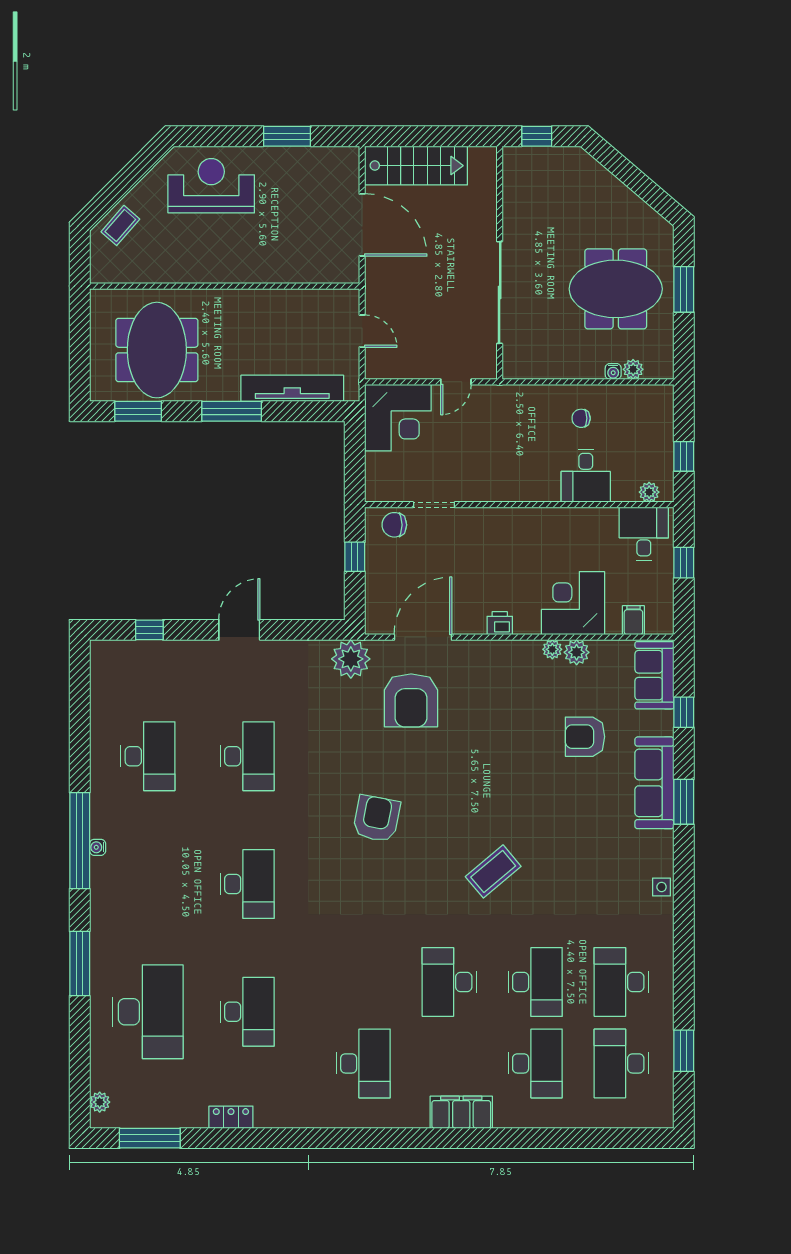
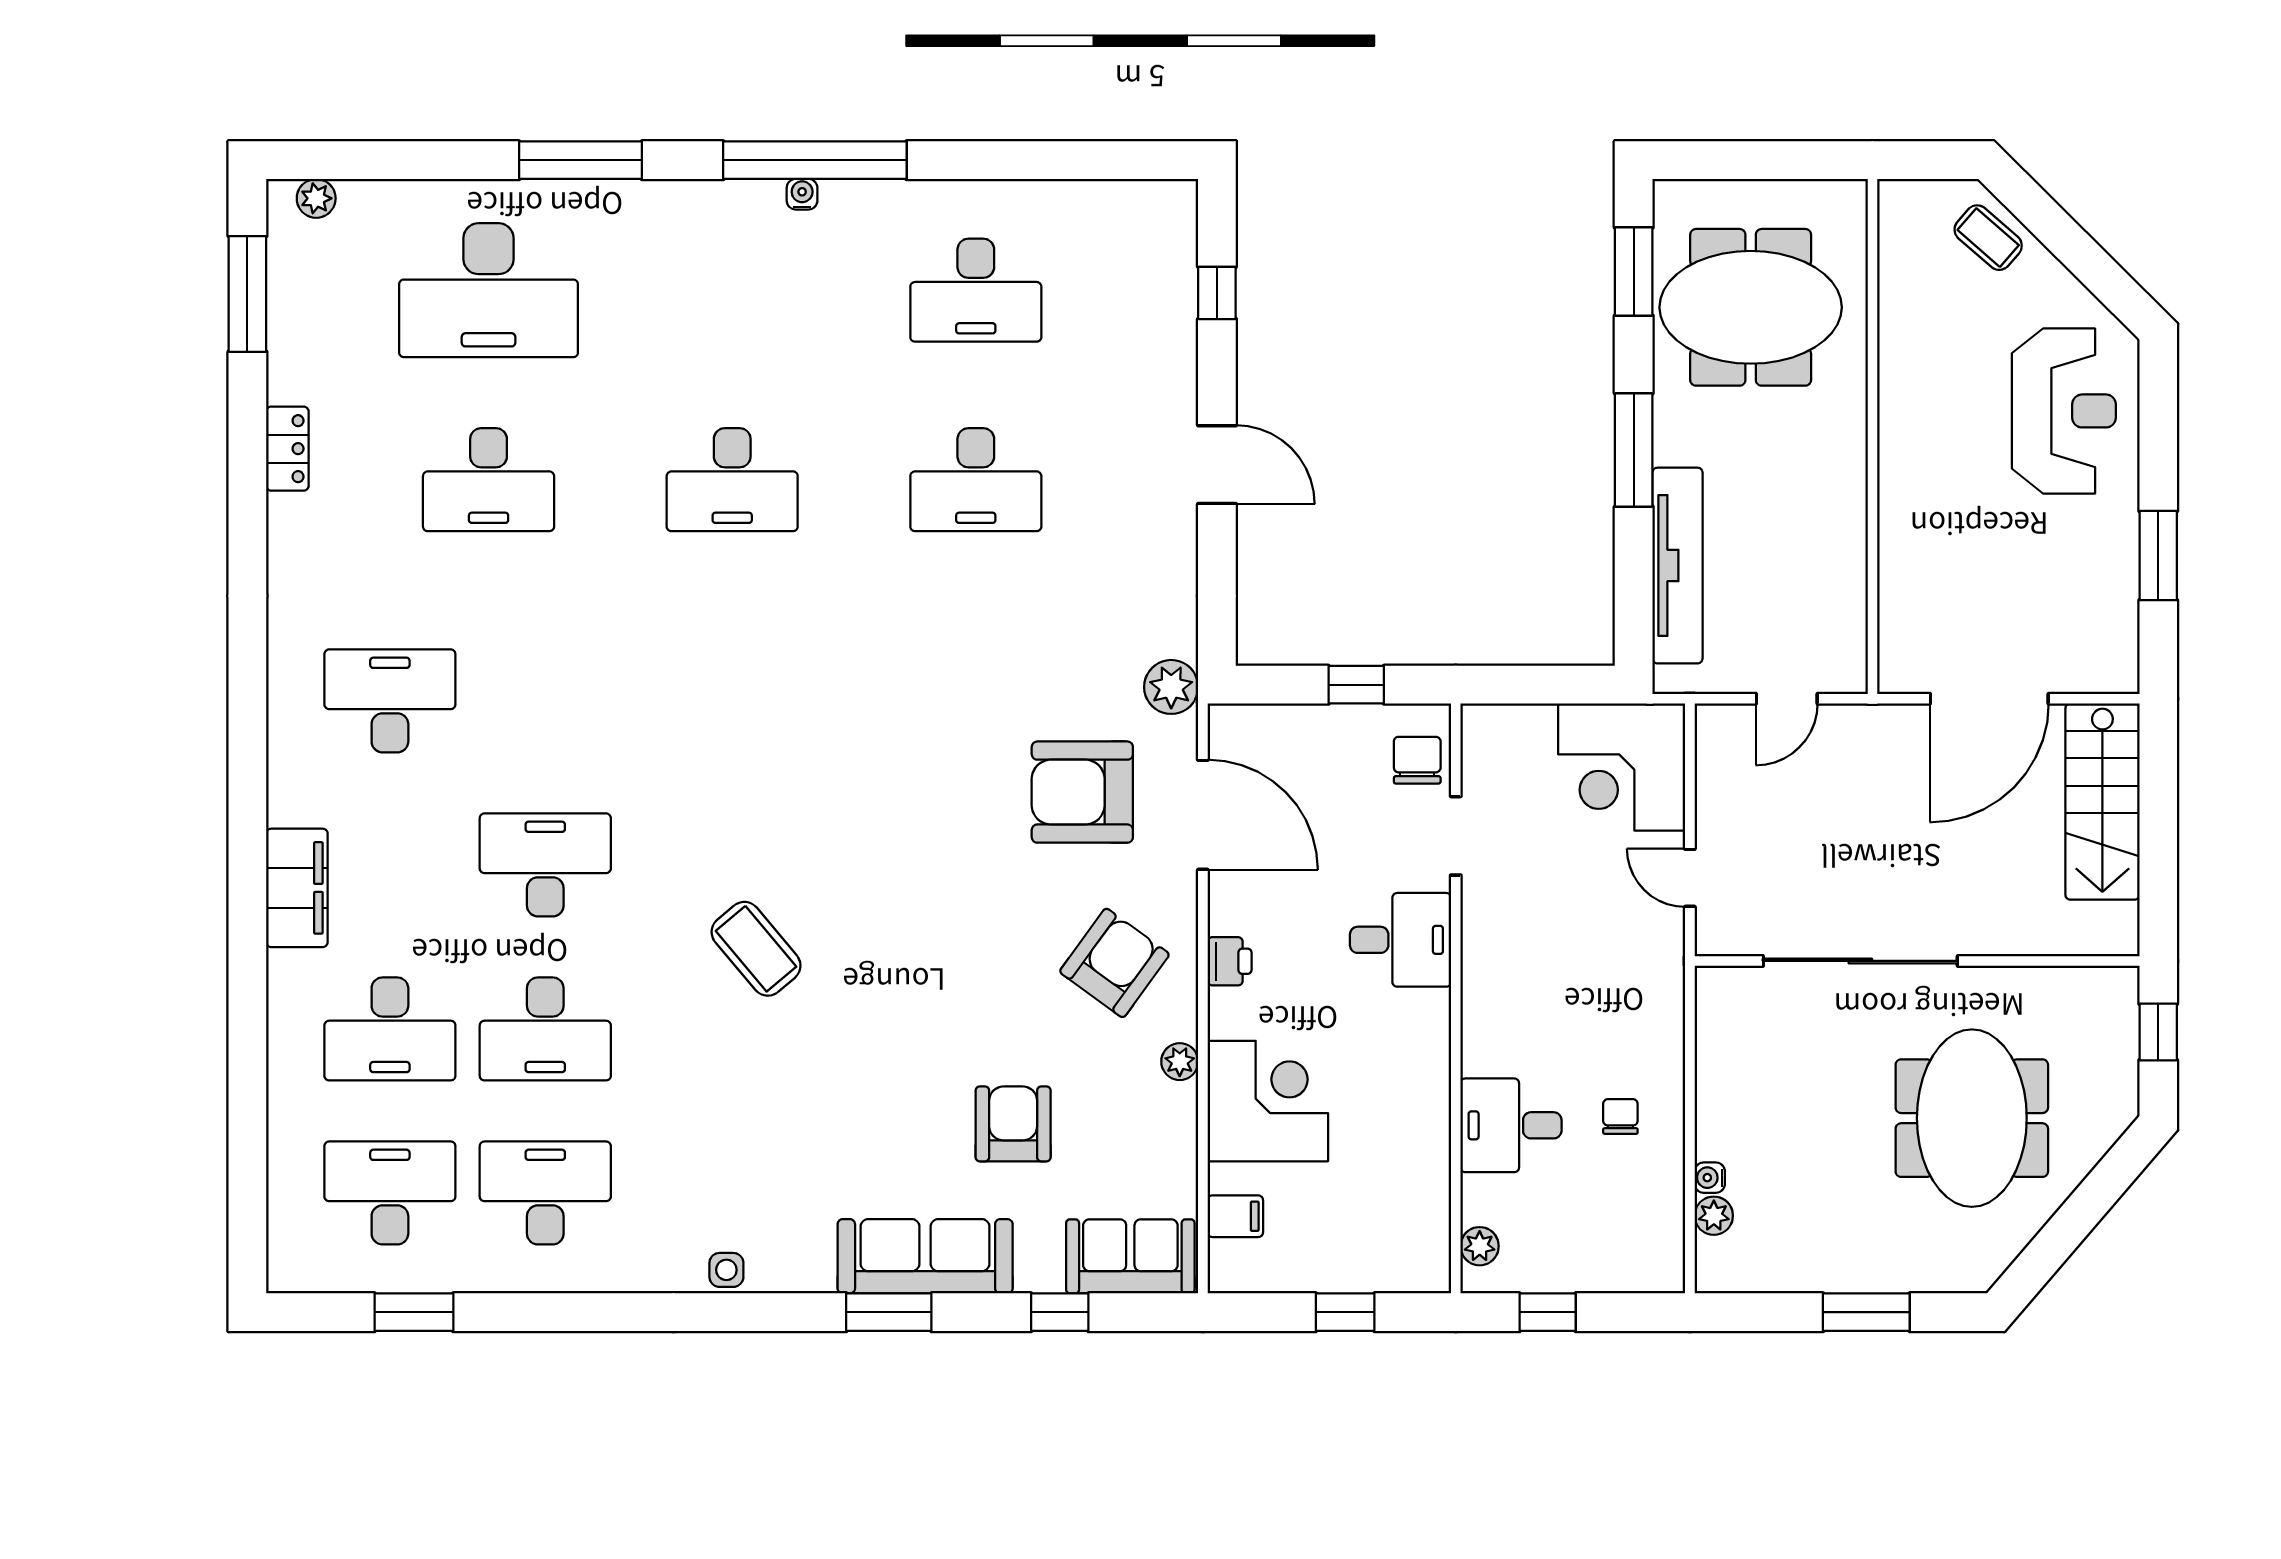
meeting table: (616, 289) -> (1972, 1118), moved
desk: (644, 534) -> (1400, 940), moved
plant: (577, 652) -> (1174, 1108), removed
plant: (351, 659) -> (1171, 687), width x0.73, depth x0.73
armchair: (376, 819) -> (1114, 963), moved, turned -65
desk: (363, 1063) -> (390, 701), turned 180

